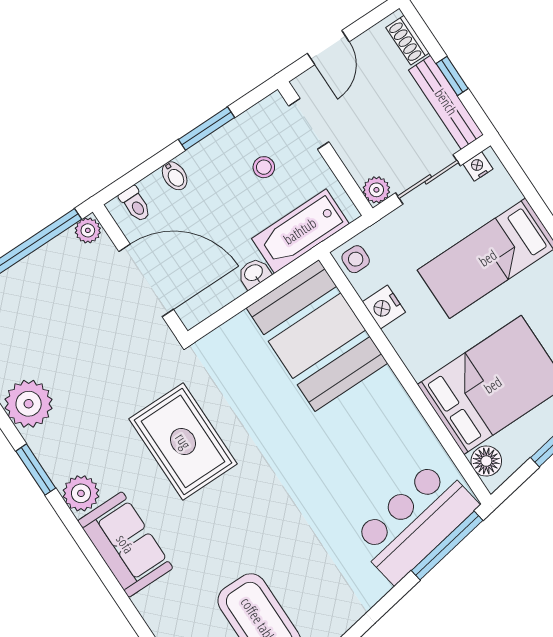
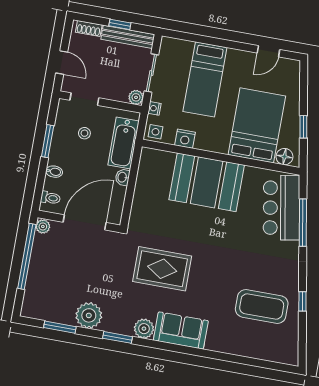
nightstand: (478, 166) -> (154, 108), moved
booth: (317, 336) -> (207, 182), moved
window: (447, 546) -> (303, 223), moved

